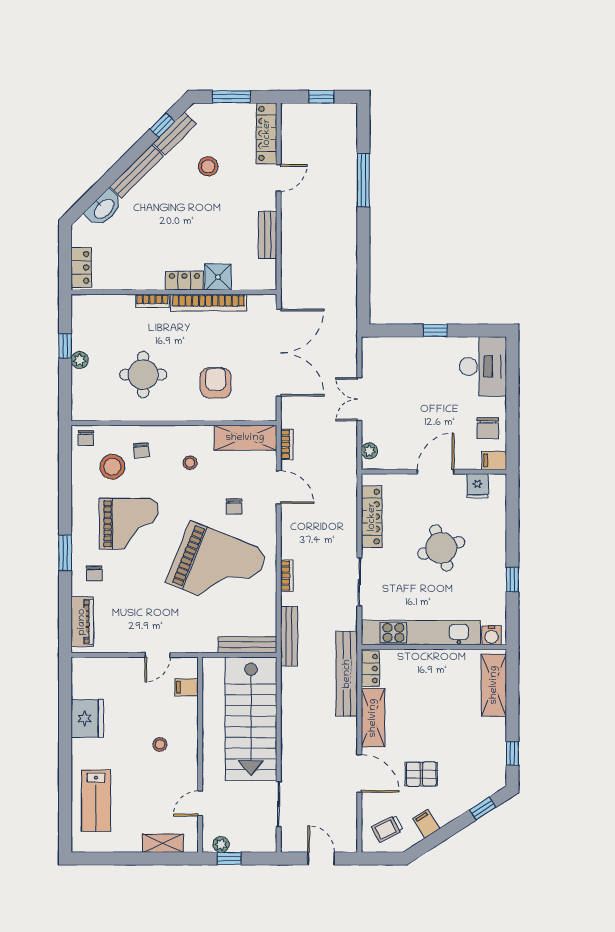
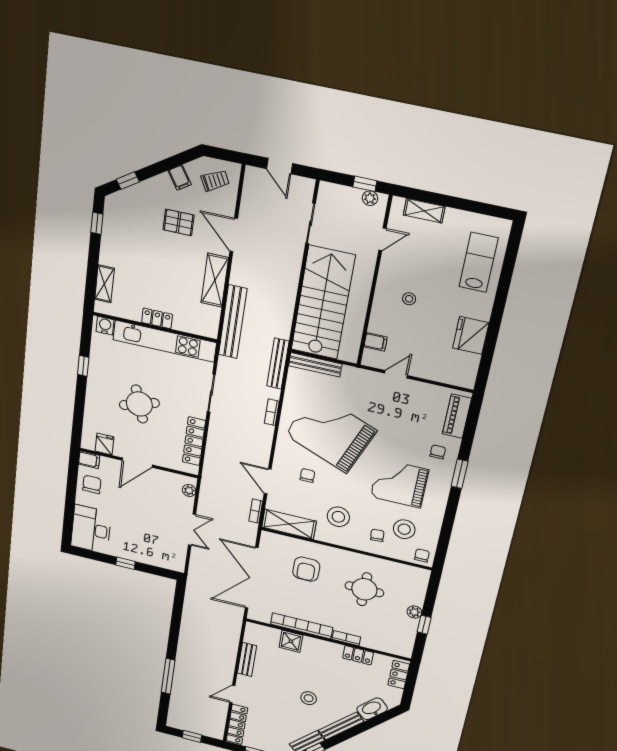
stool: (208, 166) -> (309, 698), moved
locker: (184, 281) -> (358, 655), moved
stool: (190, 463) -> (338, 517), width x1.89, depth x1.89
locker: (370, 669) -> (157, 318), moved, turned 90
shelving: (494, 685) -> (104, 284), width x0.67, depth x0.75

